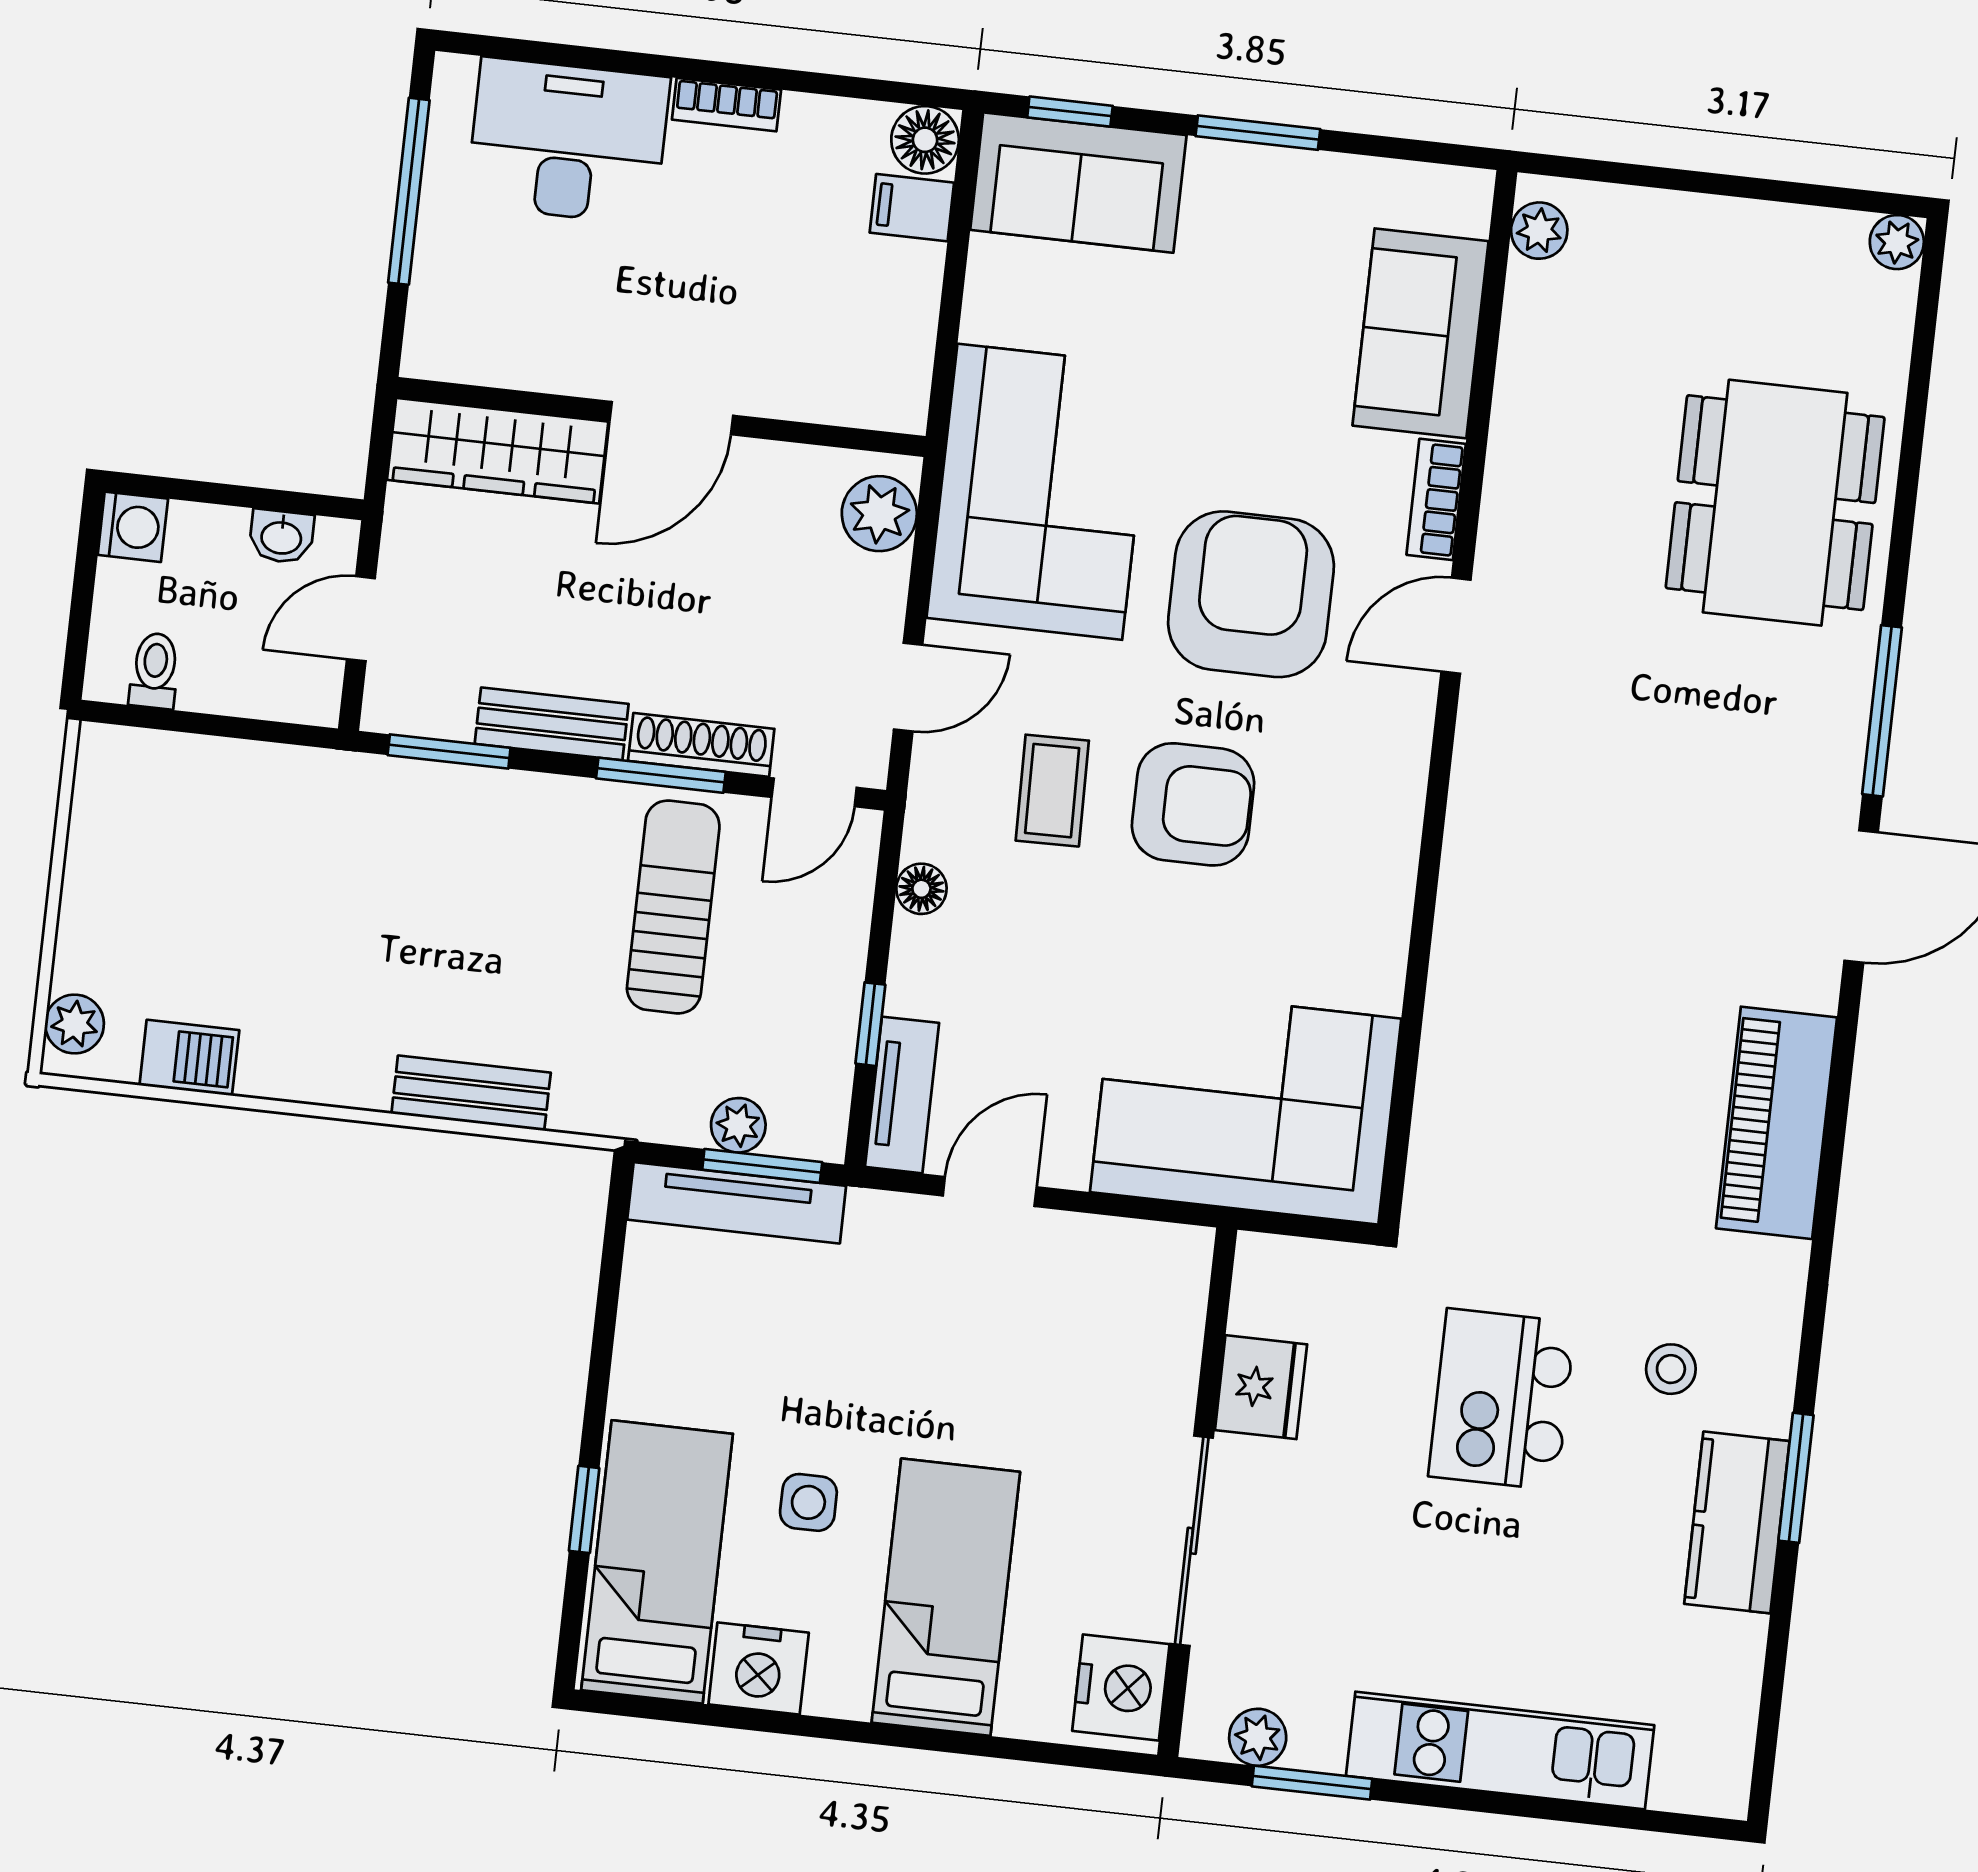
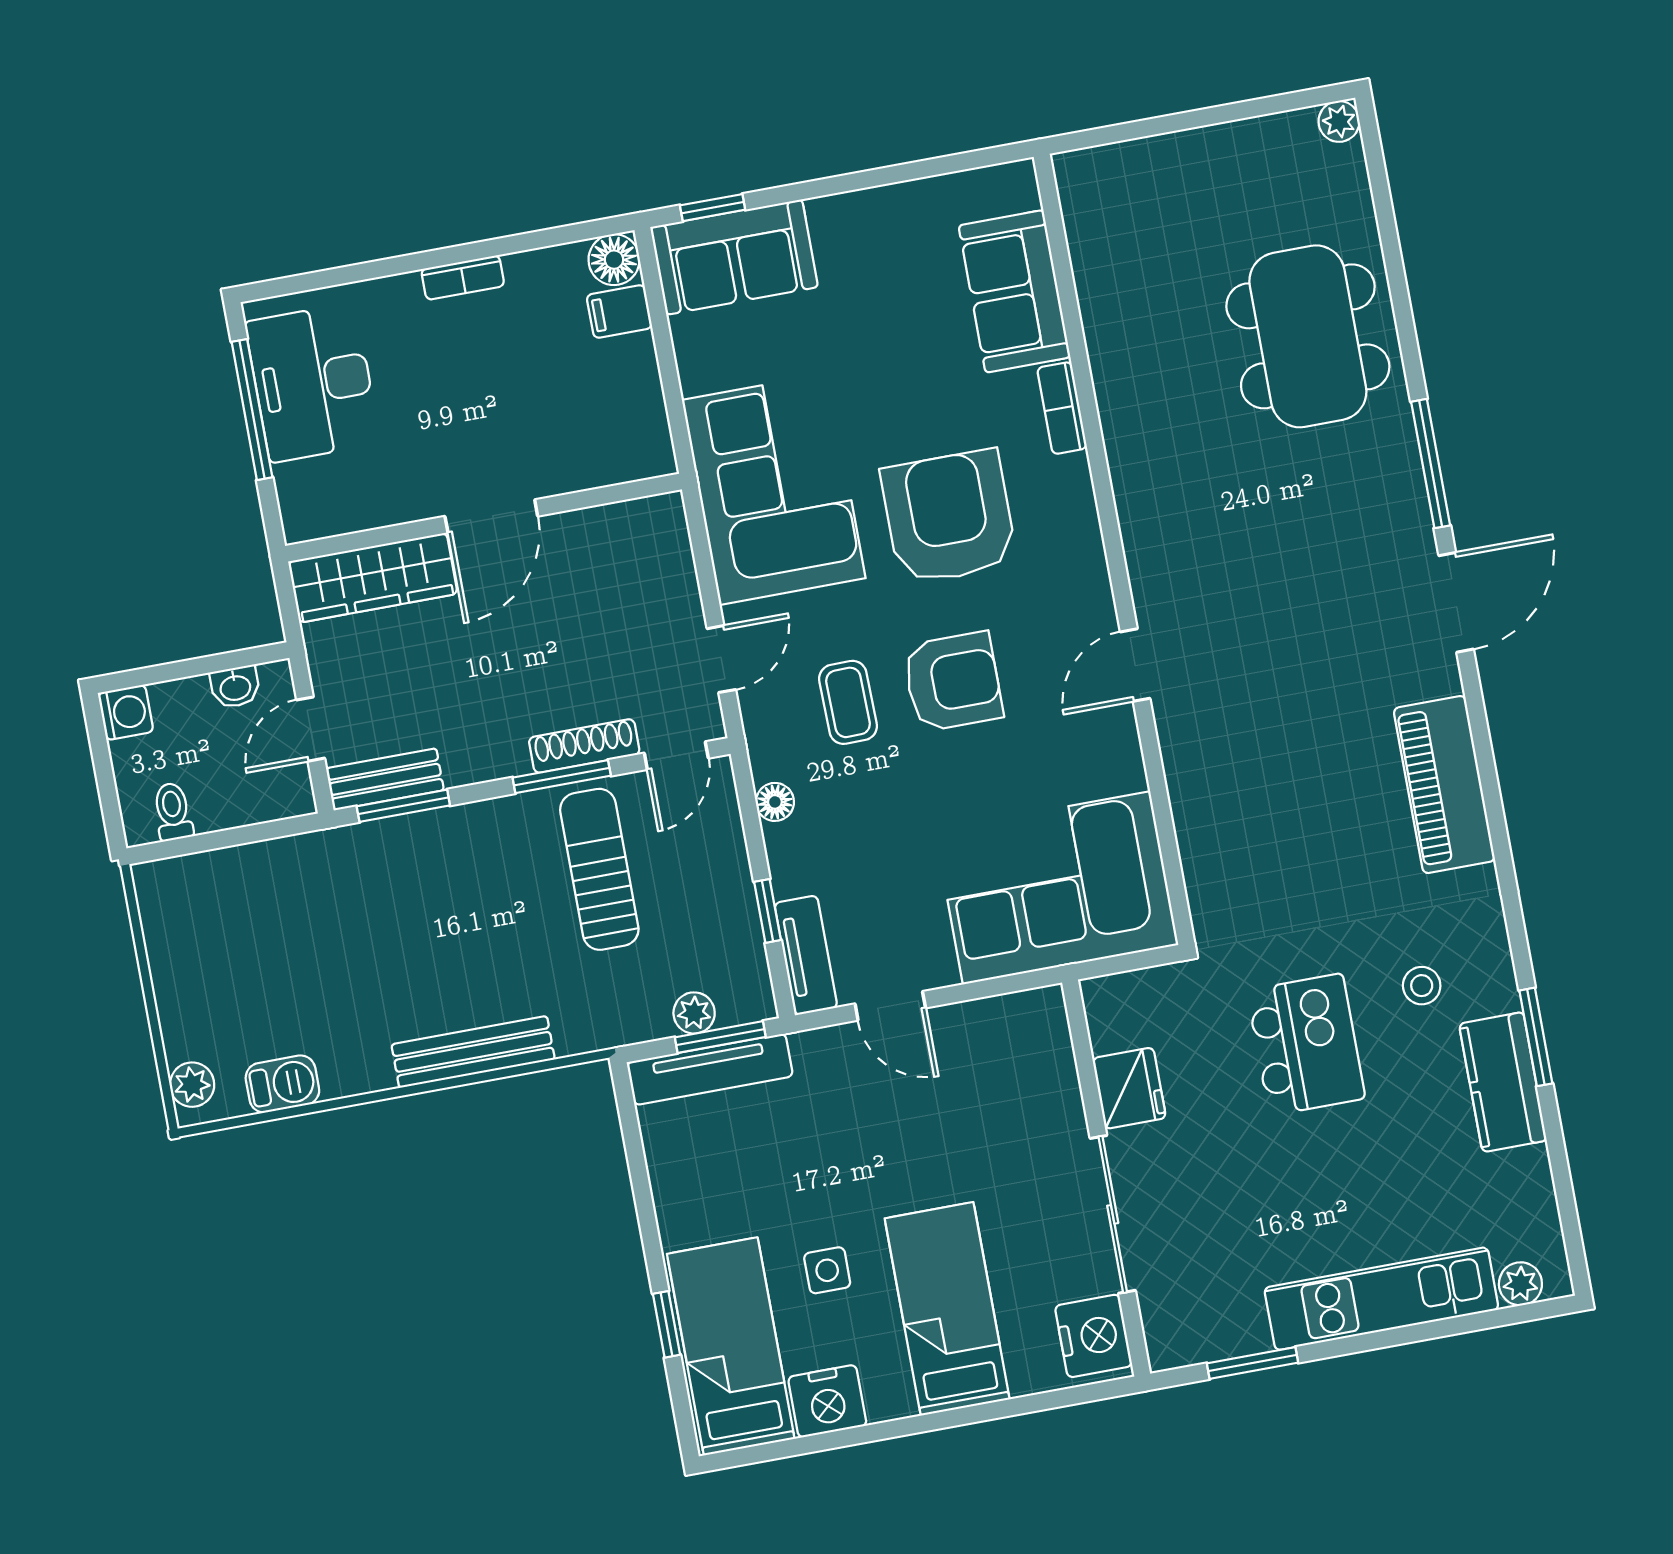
window: (1258, 133) -> (853, 182), removed
desk: (568, 141) -> (313, 383), moved, turned -90
plant: (1539, 231) -> (1078, 191), removed
plant: (879, 514) -> (663, 540), removed
door: (1456, 626) -> (1135, 665), moved
bench: (552, 724) -> (385, 779), moved
bench: (471, 1093) -> (473, 1052), width x1.36
door: (990, 1191) -> (890, 1006), swing flipped
kitchen island: (1502, 1399) -> (1306, 1044), turned 180
plant: (1258, 1737) -> (1520, 1284), moved

